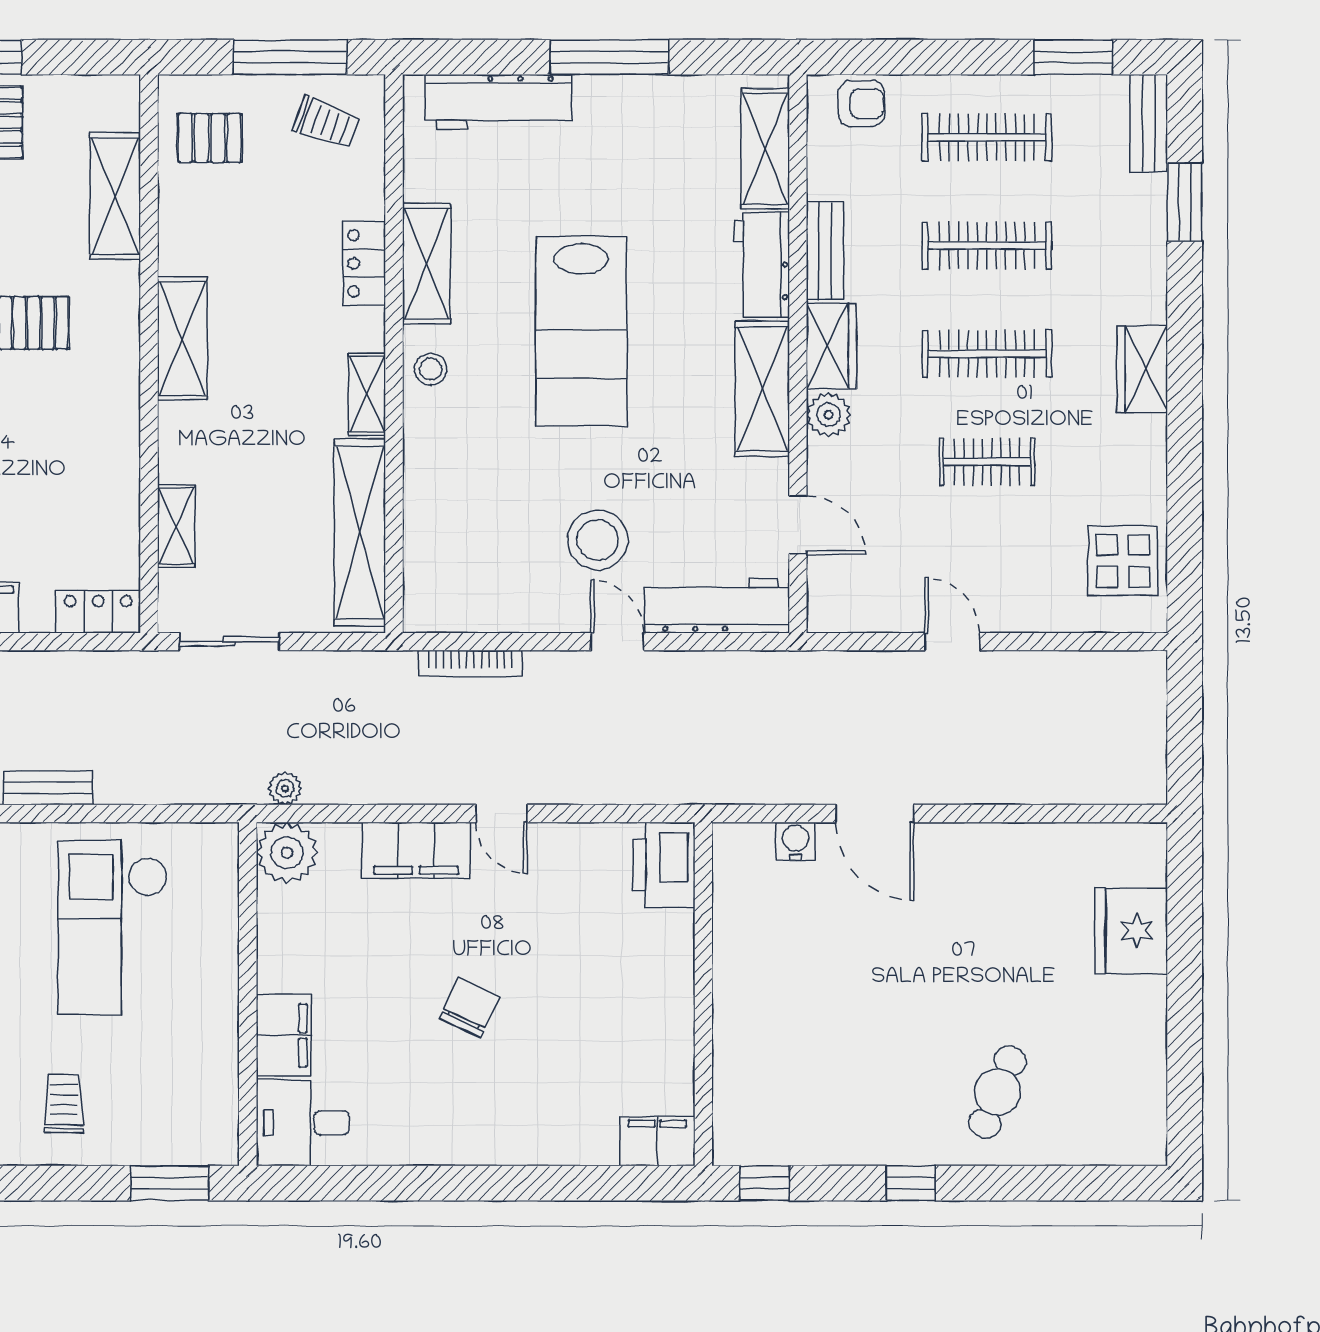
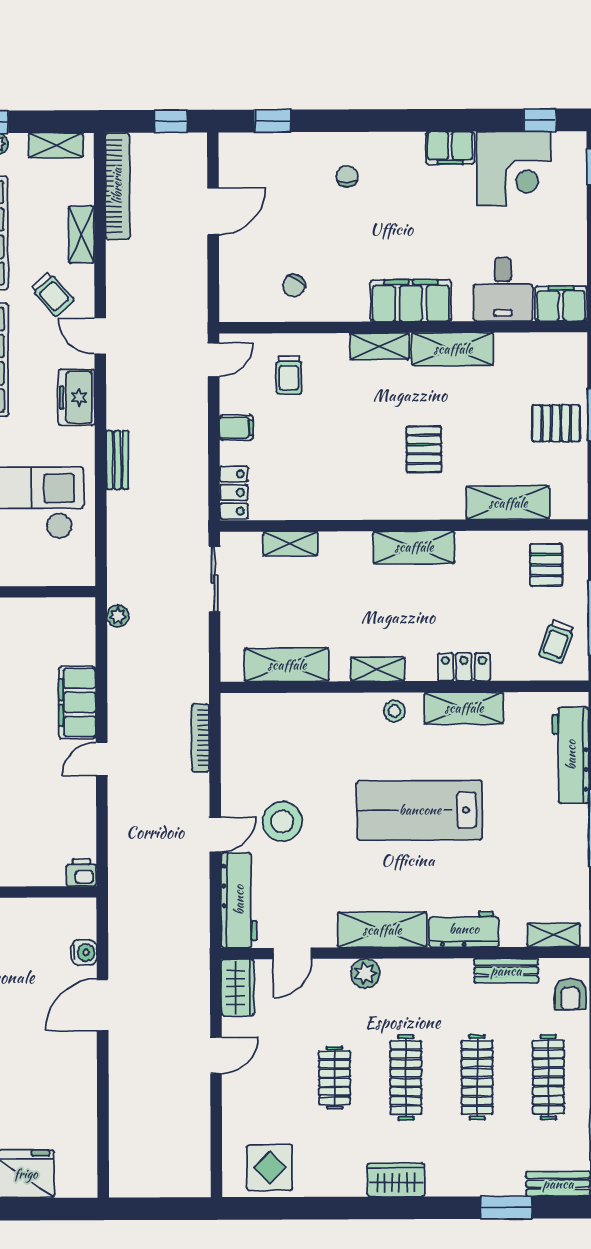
shelving: (765, 149) -> (554, 935), width x0.67, depth x0.75
bench: (825, 251) -> (506, 971), moved
wardrobe: (831, 346) -> (238, 988), moved, turned -90
shelving: (360, 532) -> (287, 665), width x0.68
plant: (287, 853) -> (75, 617), removed
printer: (664, 865) -> (81, 872), width x0.53, depth x0.68

